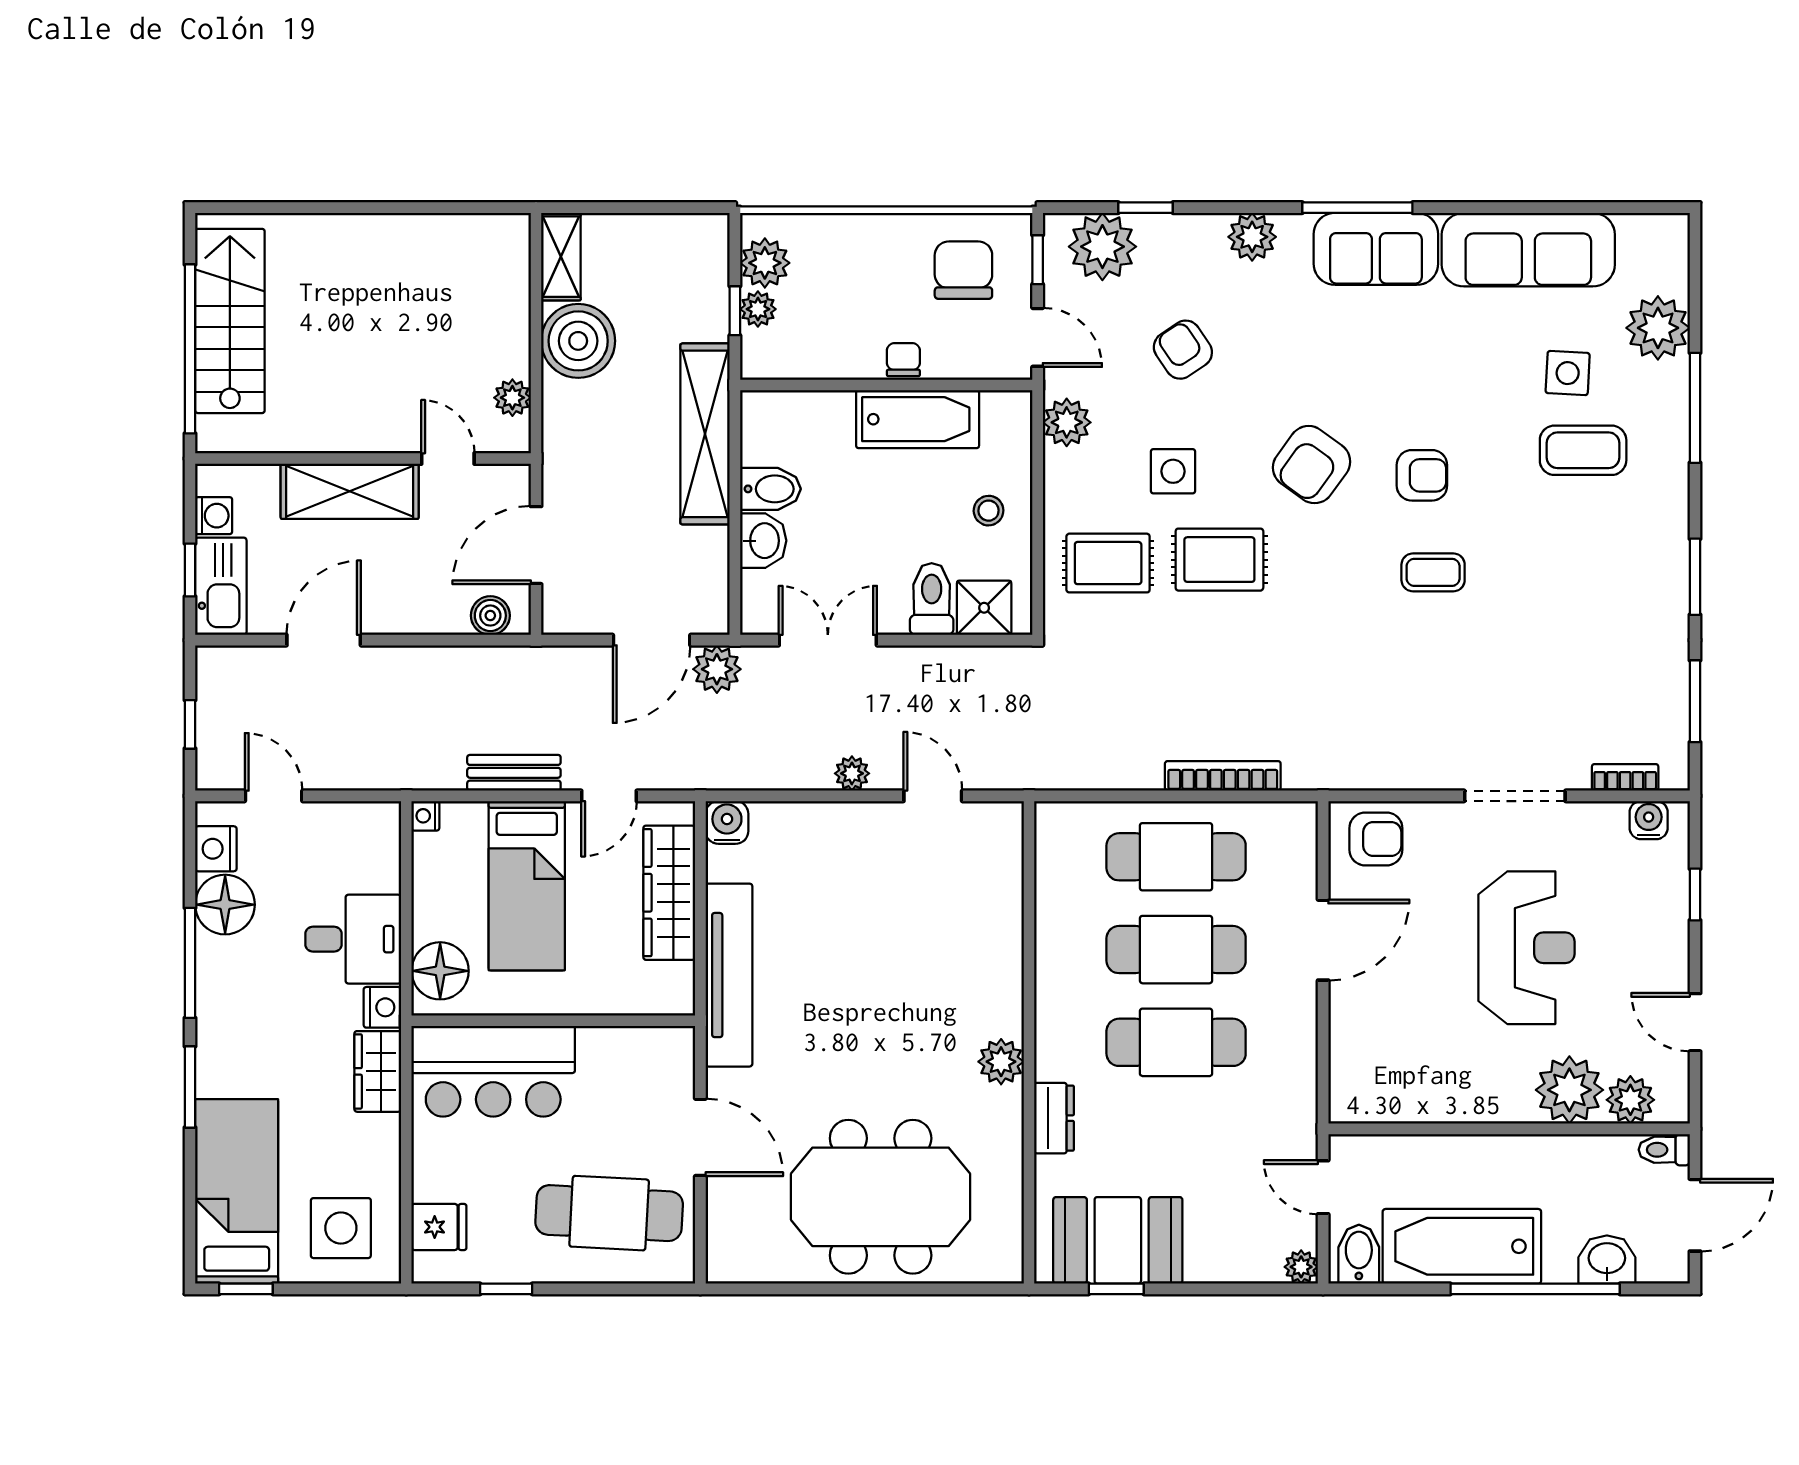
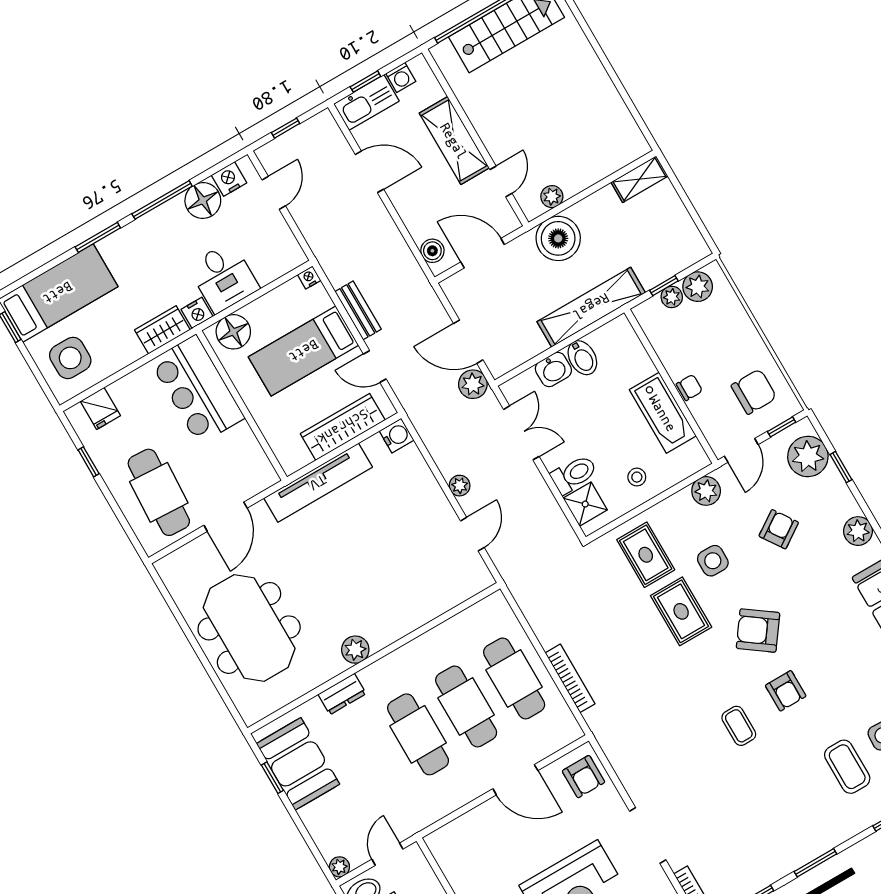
boiler: (578, 341) -> (558, 238), moved

